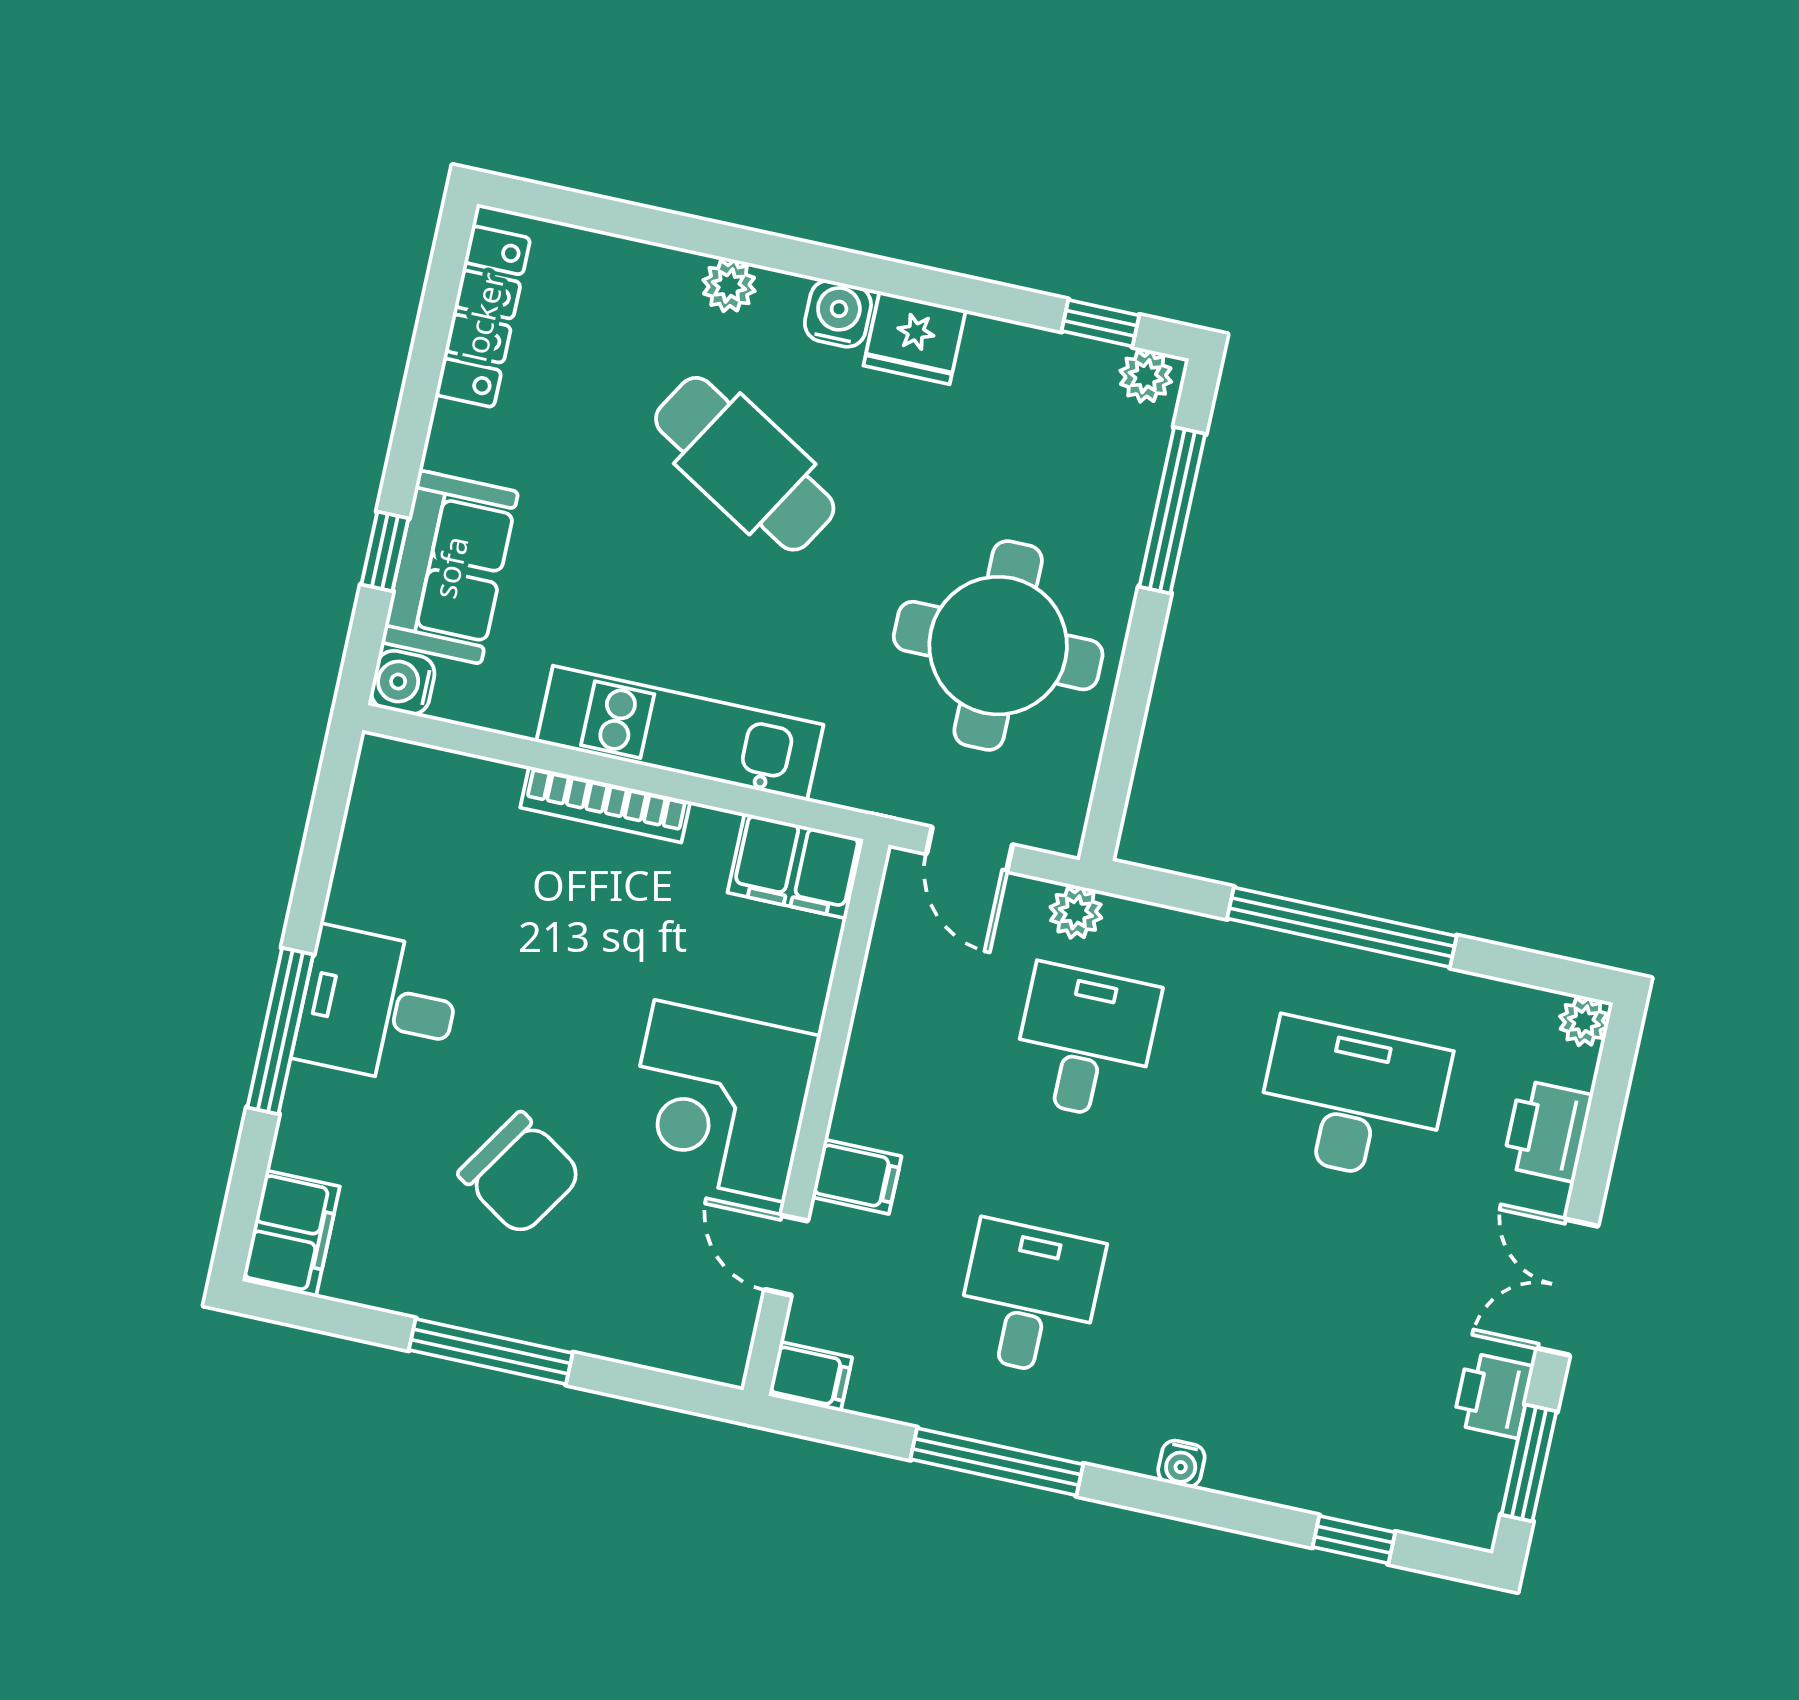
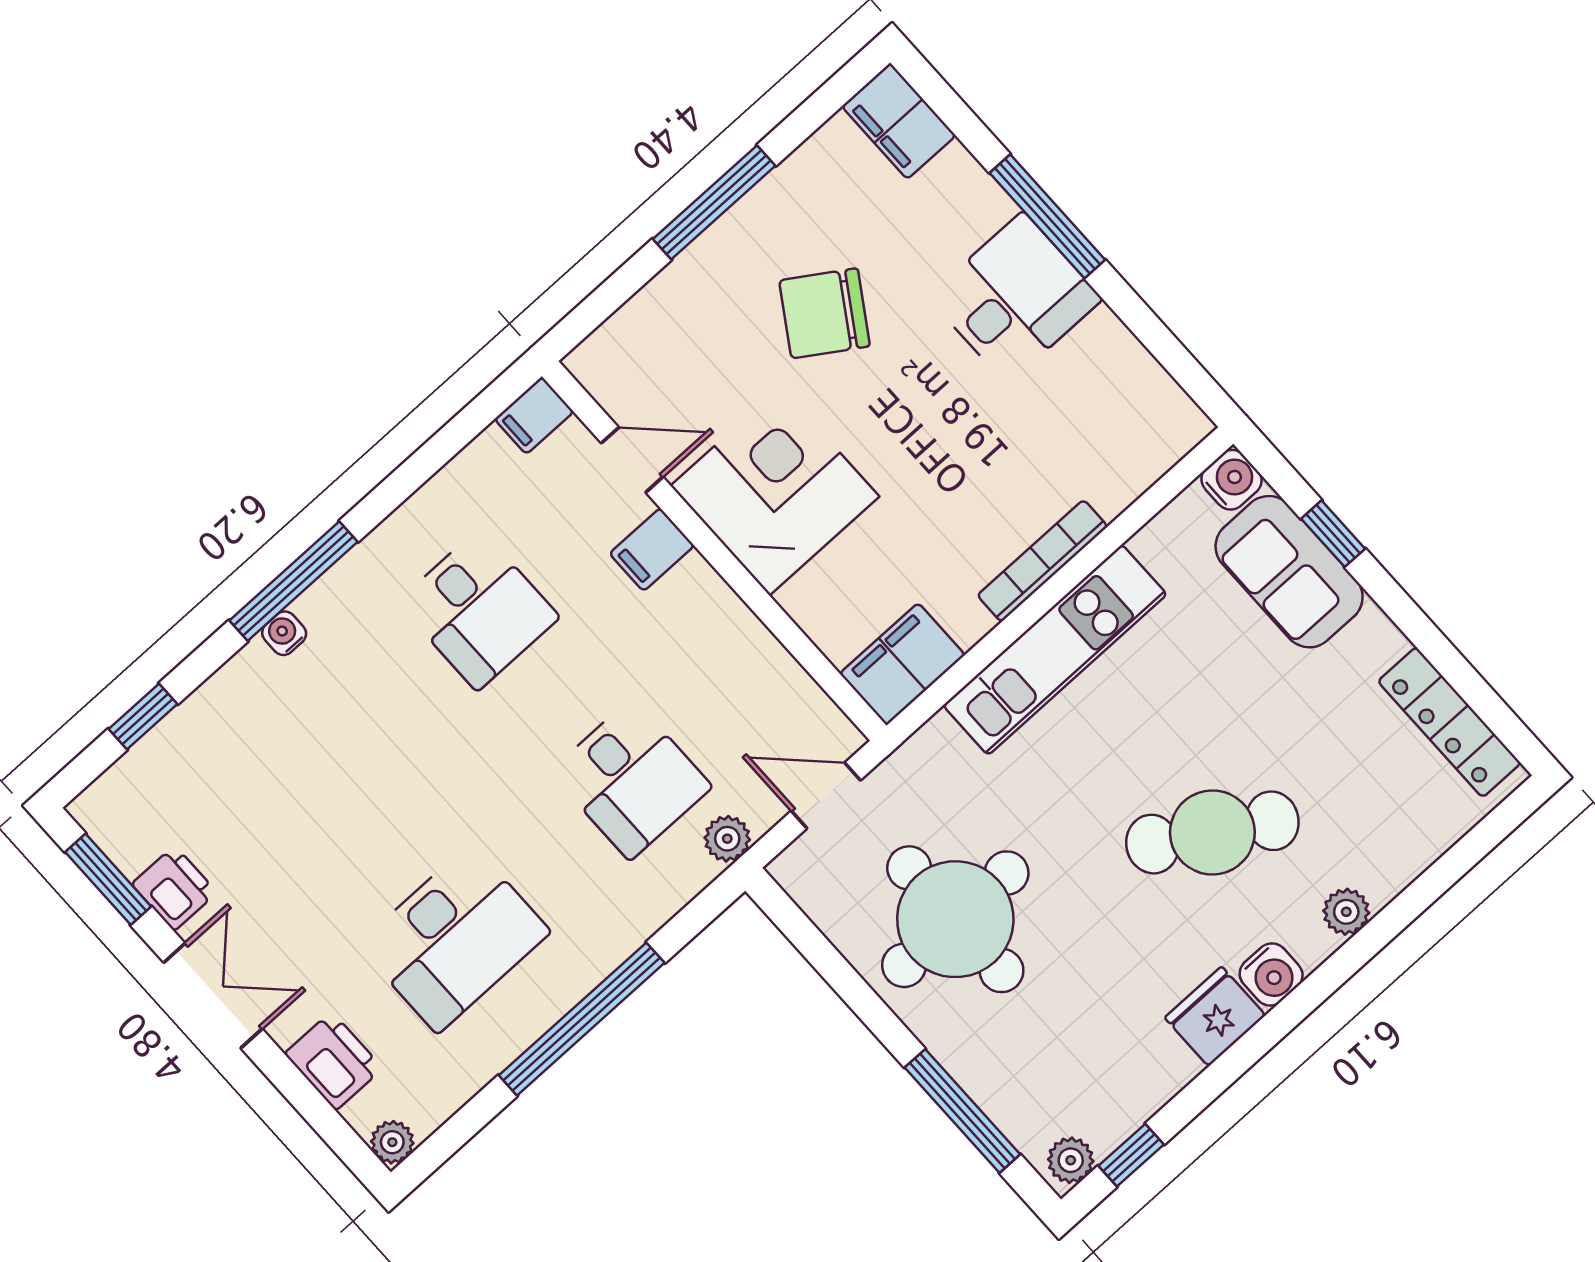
window: (997, 1462) -> (293, 581), moved

